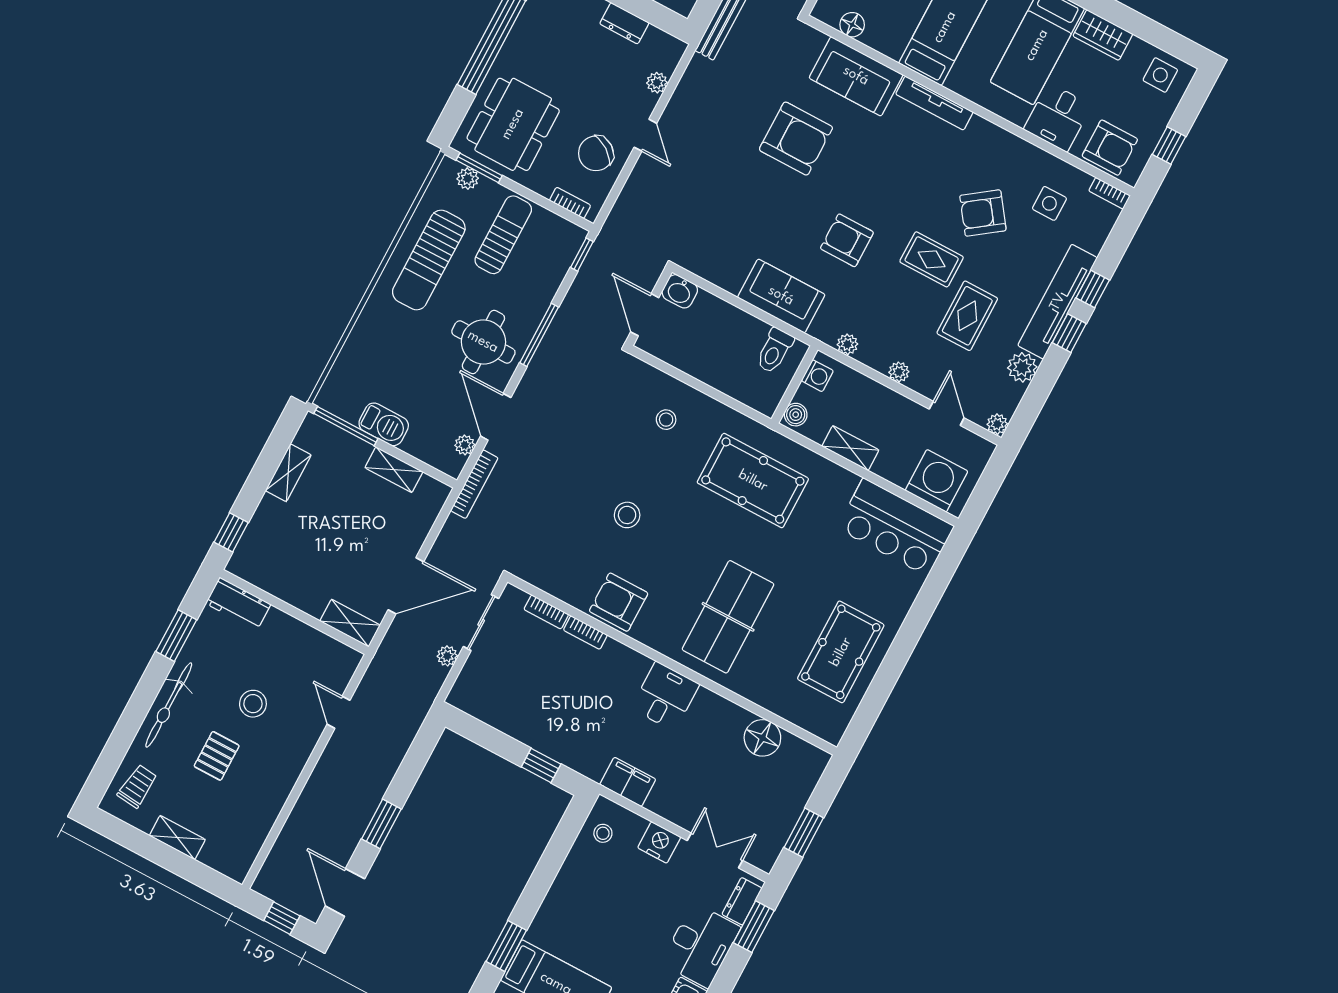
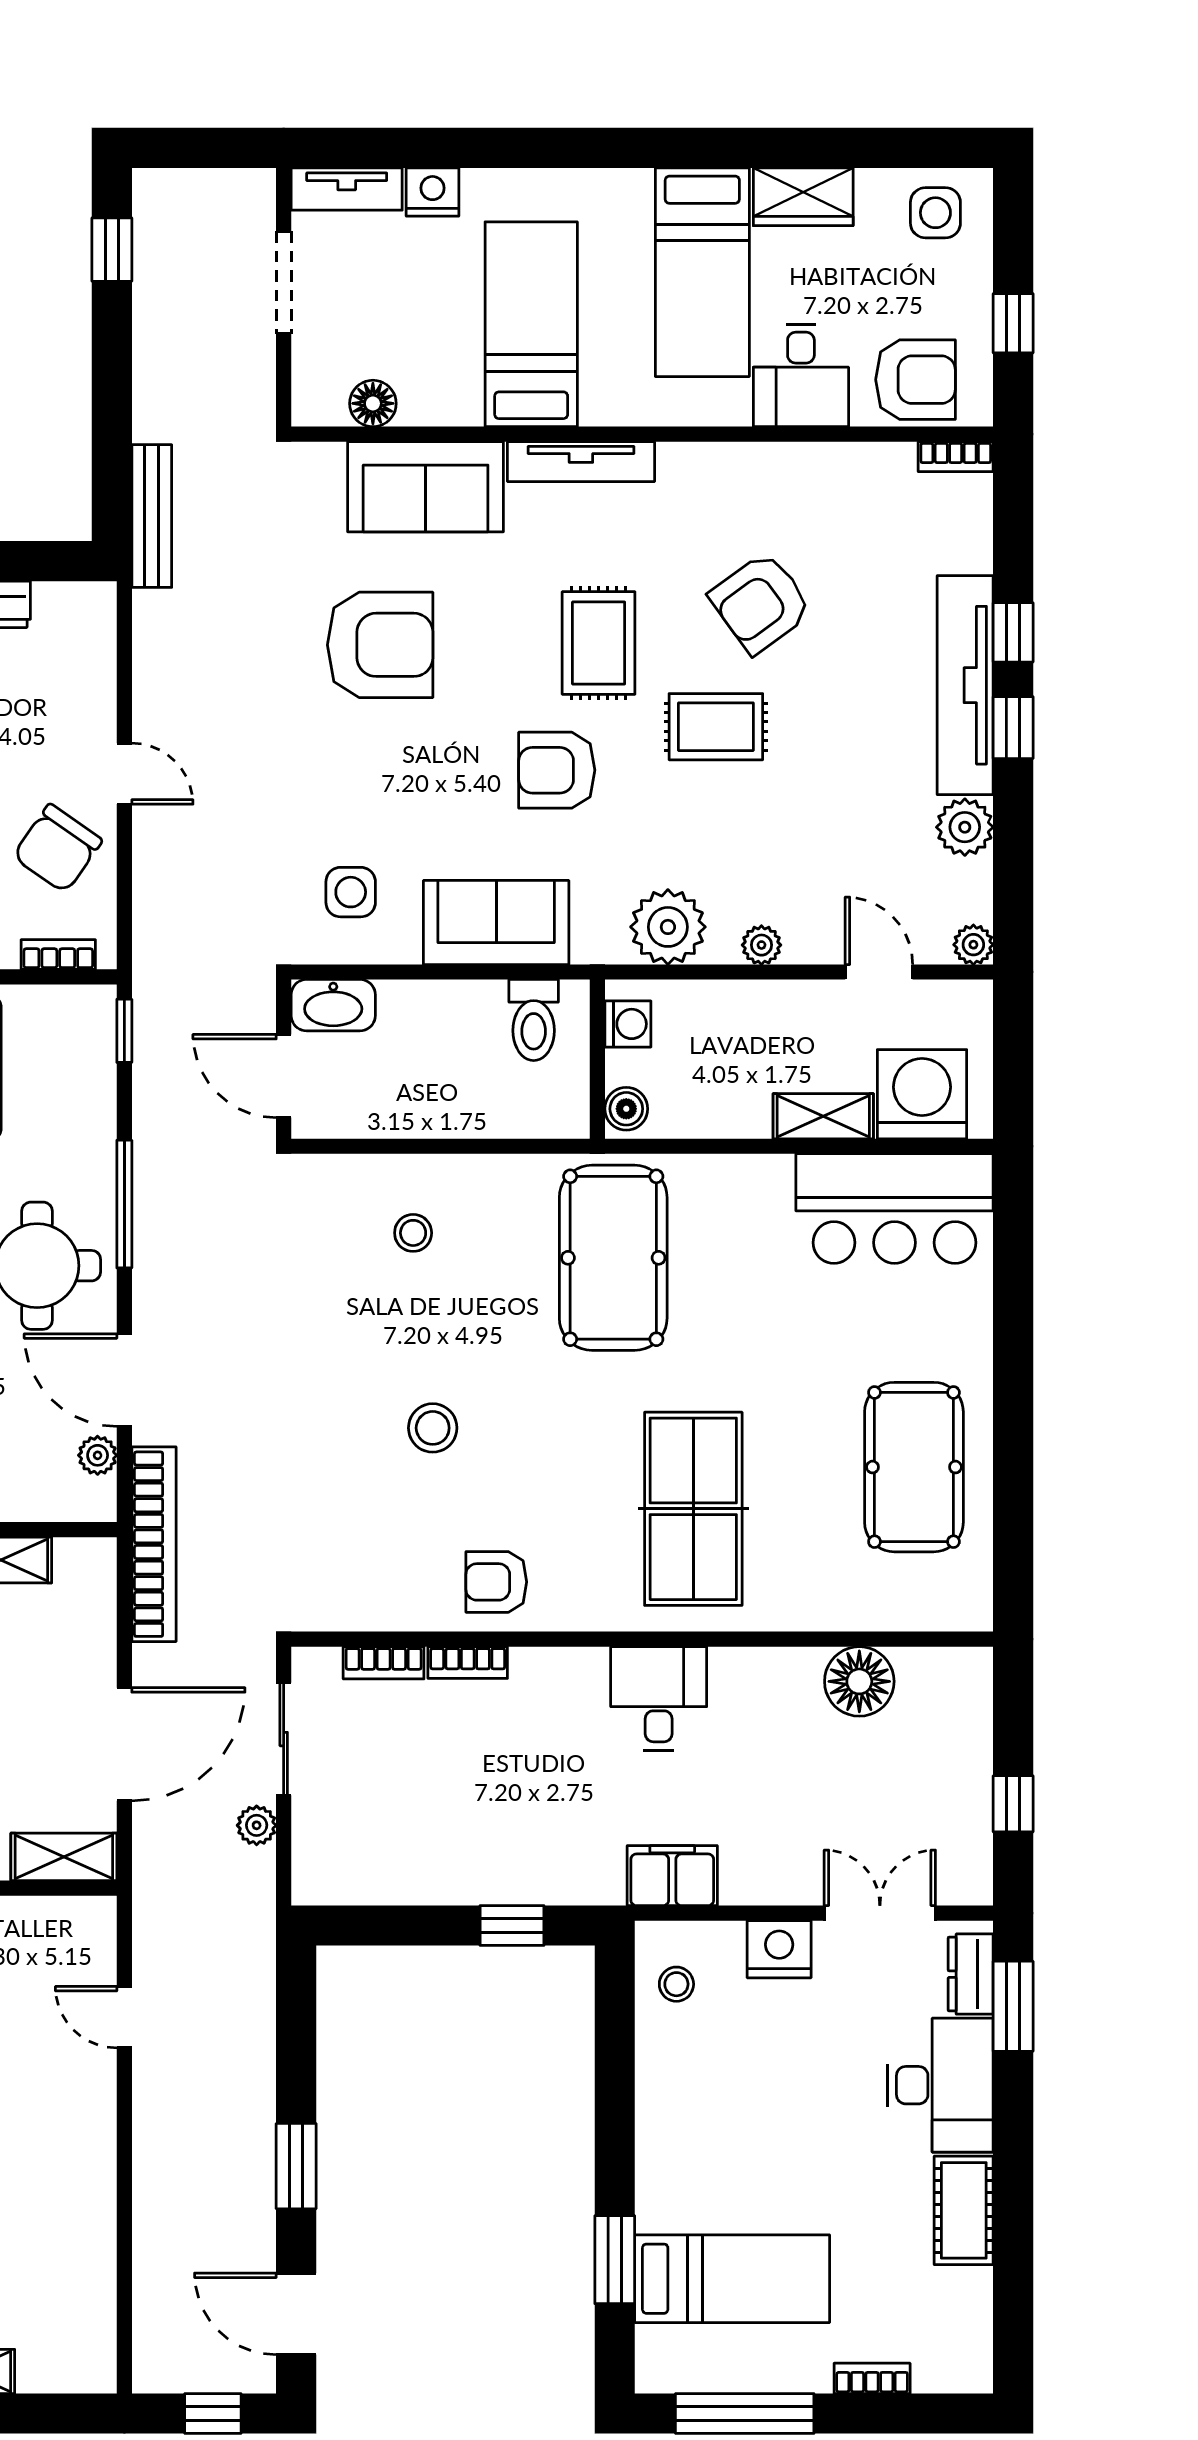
plant: (657, 83) -> (97, 675), removed
side table: (1049, 203) -> (351, 892), moved
washbasin: (680, 291) -> (333, 1005), width x1.38
rug: (967, 316) -> (599, 643), moved
plant: (847, 344) -> (668, 927), width x1.88, depth x1.88
shelving: (850, 448) -> (823, 1116), moved
pool table: (753, 481) -> (613, 1258), turned 90
bookcase: (474, 484) -> (154, 1544), width x1.48, depth x1.31
armchair: (619, 602) -> (496, 1582), width x0.72, depth x0.72
window: (804, 833) -> (1013, 1804), width x0.67

